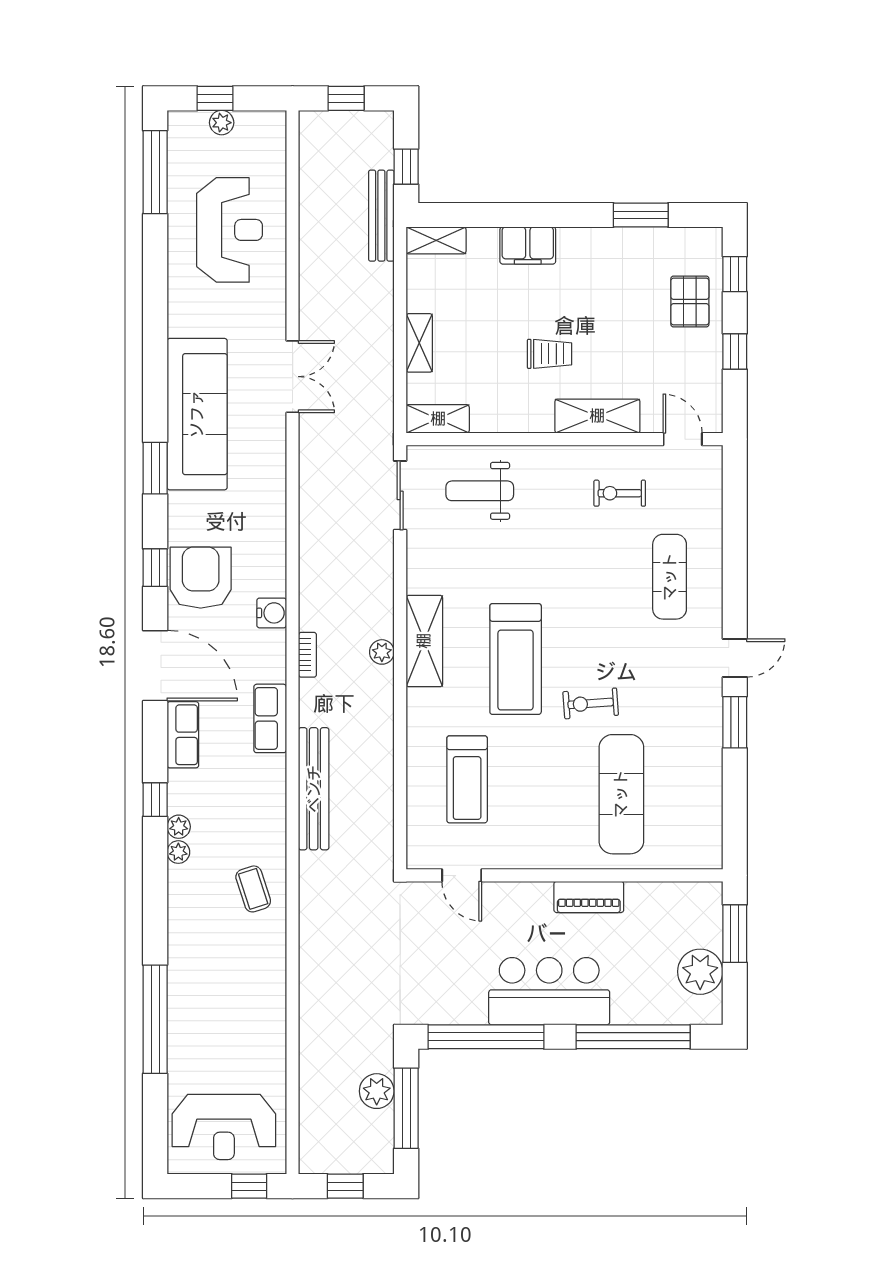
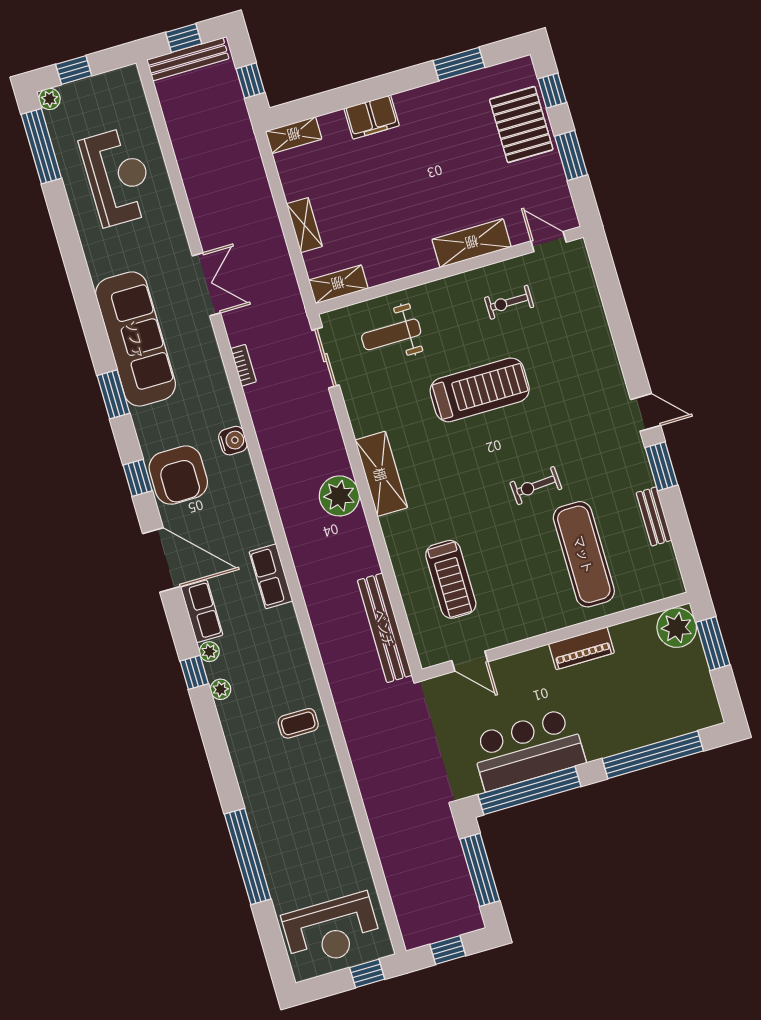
plant: (222, 123) -> (50, 99), moved
bench: (381, 216) -> (188, 59), moved, turned 90
pallet: (690, 302) -> (521, 125), width x1.50, depth x1.42
window: (735, 352) -> (571, 156), width x1.50
trolley: (550, 354) -> (416, 203), removed
exercise mat: (670, 577) -> (571, 360), removed
armchair: (201, 578) -> (178, 475), turned 180
water cooler: (272, 613) -> (233, 441), moved
plant: (382, 652) -> (339, 496), width x1.87, depth x1.87
bookcase: (307, 655) -> (243, 365), moved
door: (735, 658) -> (646, 412), hinge flipped
treadmill: (516, 659) -> (480, 390), moved, turned -90
bench: (711, 775) -> (654, 516), added
bench: (314, 789) -> (385, 628), moved
plant: (178, 852) -> (209, 652), moved
coffee table: (253, 889) -> (298, 723), turned -72
plant: (700, 972) -> (677, 628), moved
bar counter: (549, 991) -> (528, 750), moved
plant: (377, 1091) -> (451, 863), removed

